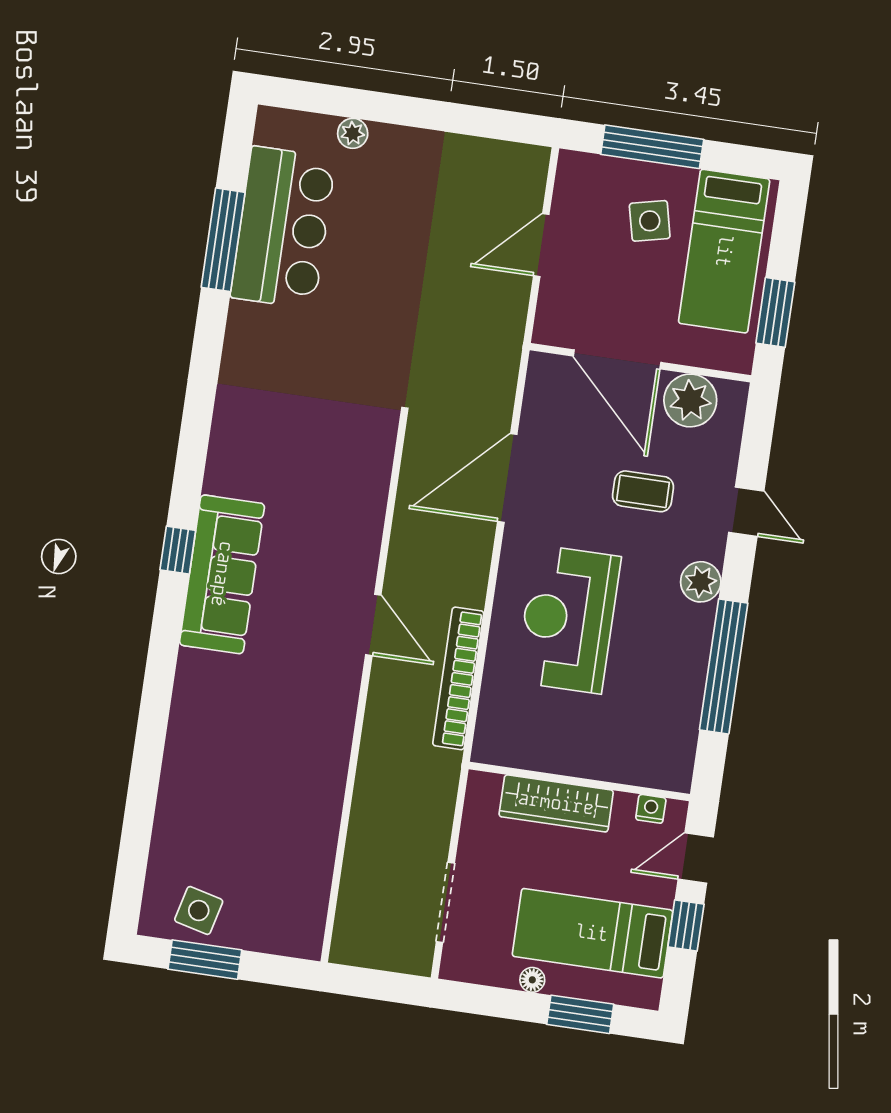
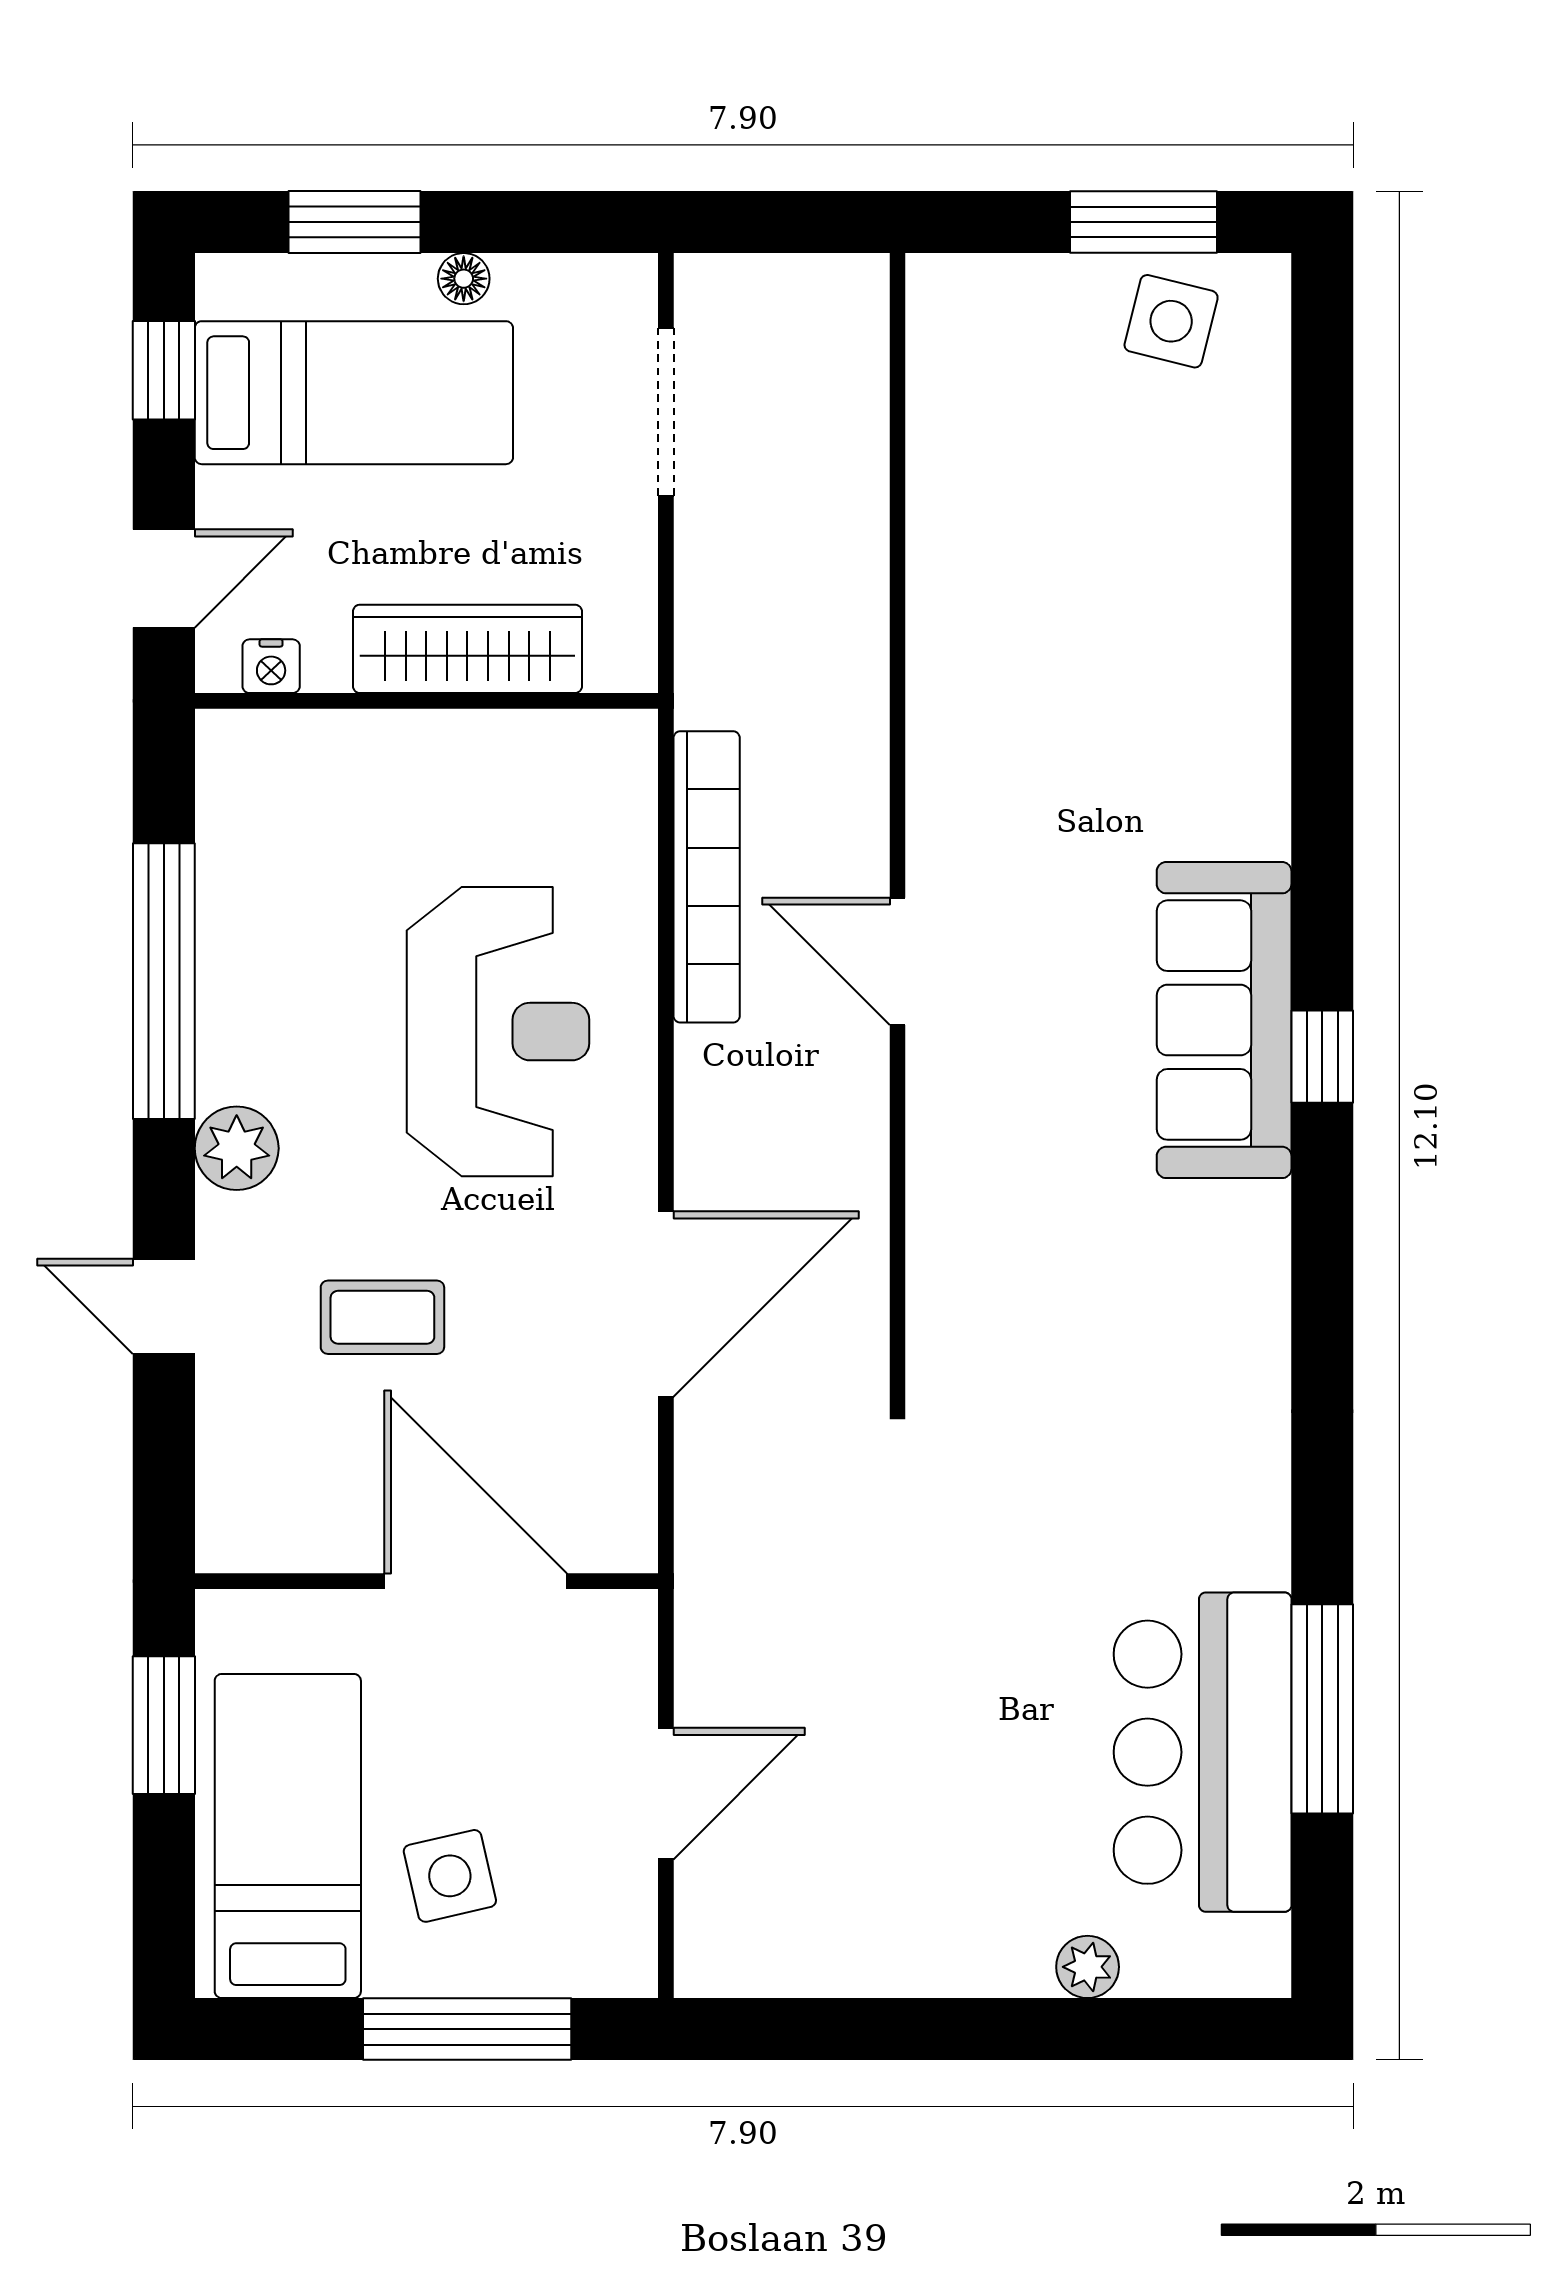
plant: (690, 400) -> (312, 1519), removed
window: (686, 925) -> (164, 370), moved

